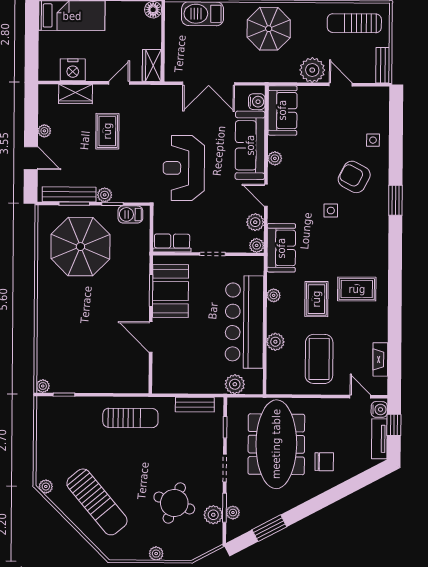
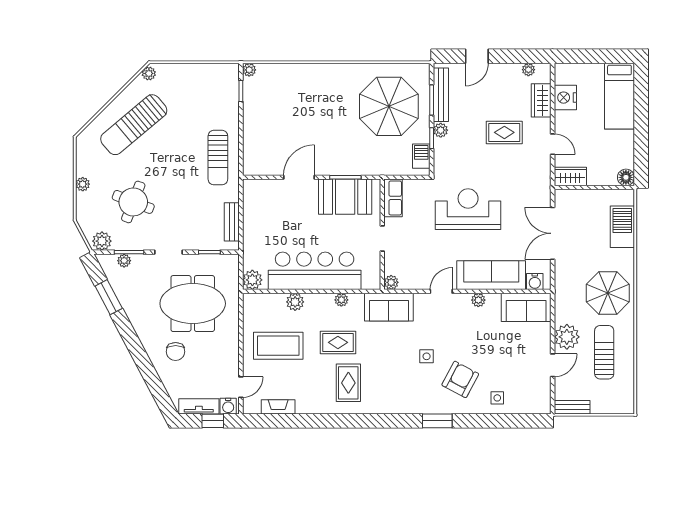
sun lounger: (354, 23) -> (604, 352), moved
plant: (44, 131) -> (528, 70), moved
plant: (255, 222) -> (414, 281), removed
plant: (235, 384) -> (252, 280), moved
meeting table: (276, 444) -> (193, 304), width x0.73
plant: (213, 515) -> (102, 241), moved

